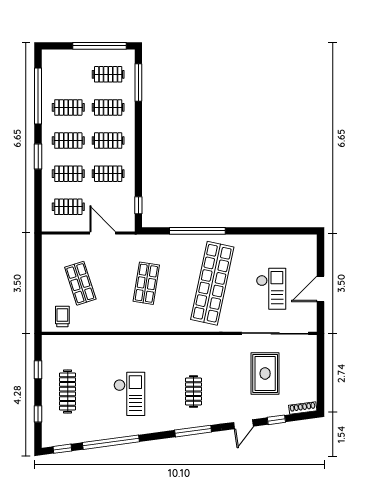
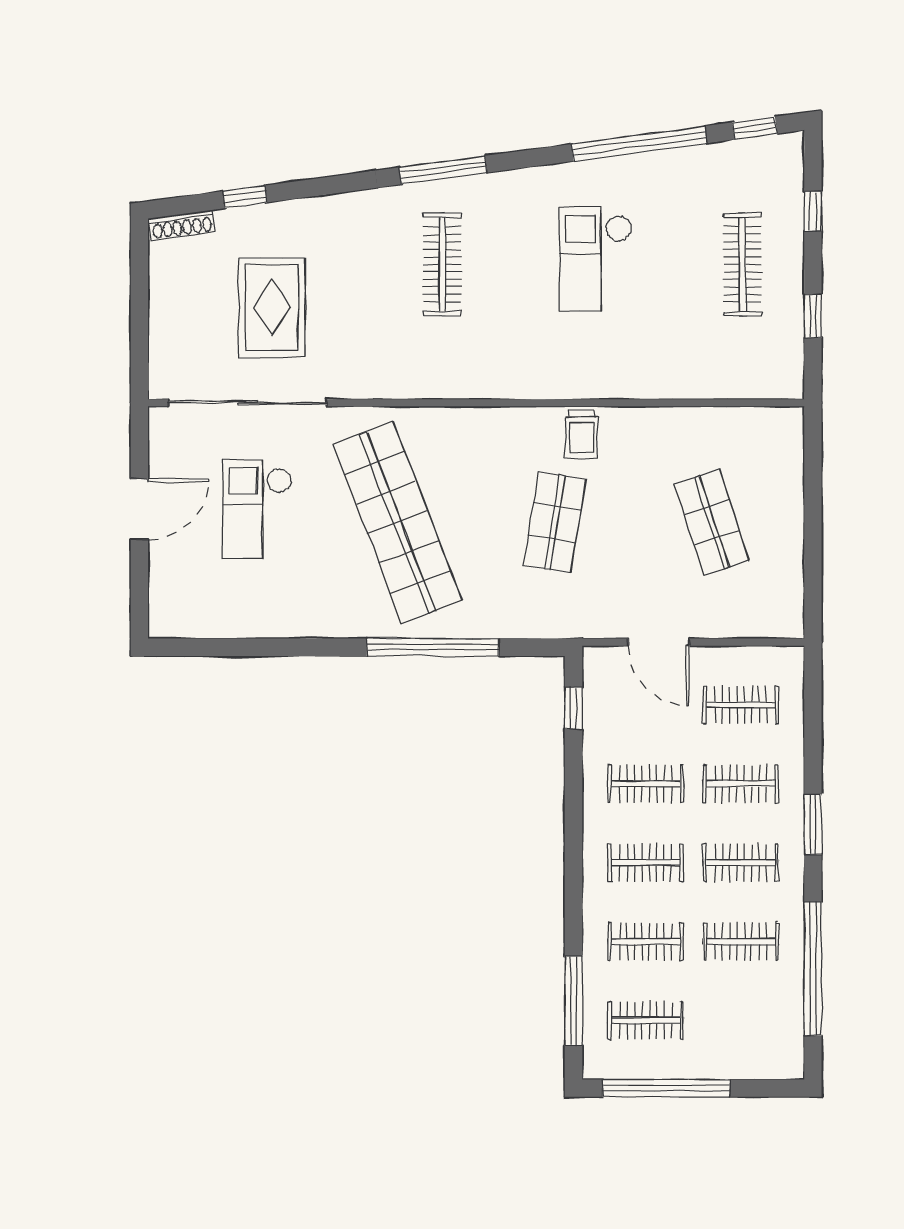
shop shelf: (212, 283) -> (398, 522), turned -33
trolley: (62, 316) -> (582, 434), moved
clothes rail: (193, 391) -> (442, 264), width x1.36
door: (243, 424) -> (323, 186), removed

